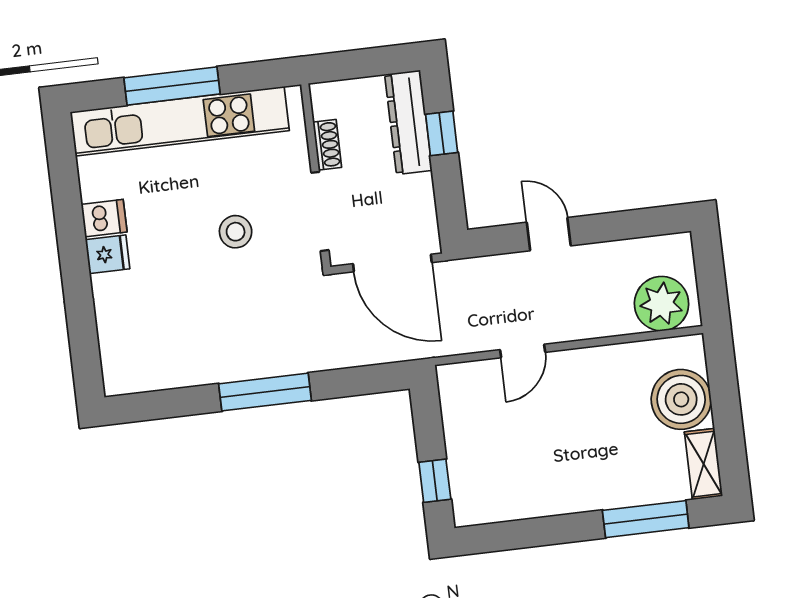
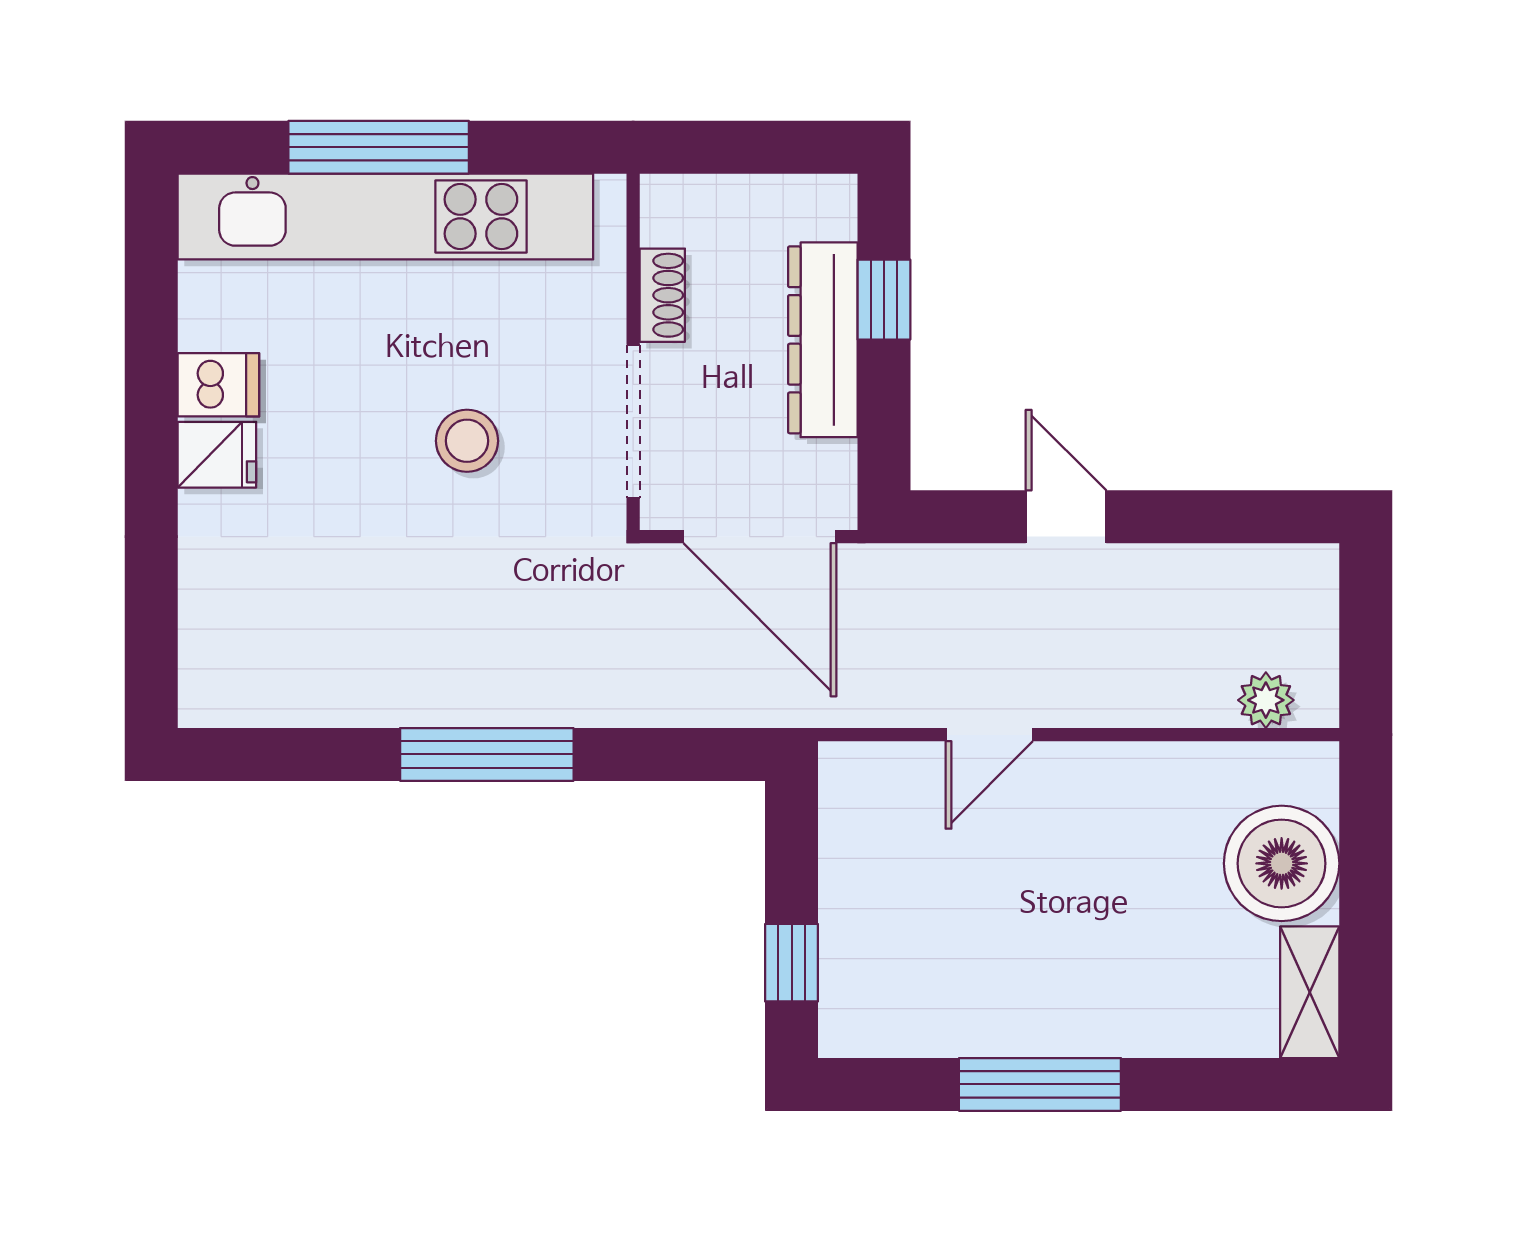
dresser: (408, 122) -> (823, 340), moved
plant: (662, 304) -> (1266, 700), width x0.53, depth x0.53
window: (646, 519) -> (1040, 1084), moved

